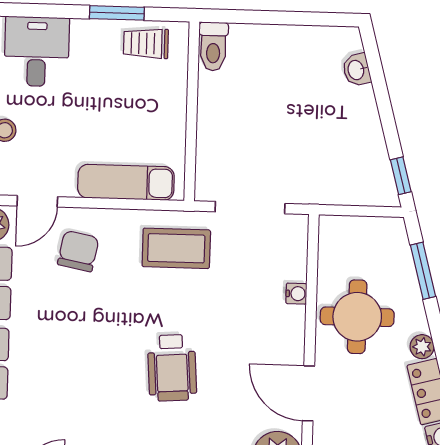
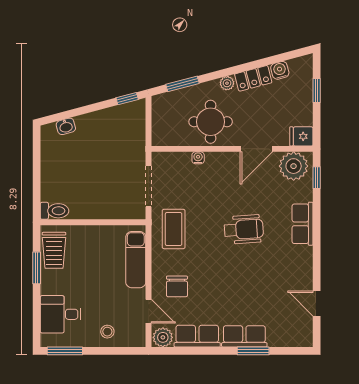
trolley: (146, 43) -> (54, 250), width x1.36, depth x1.39
chair: (78, 251) -> (177, 286), turned -101

